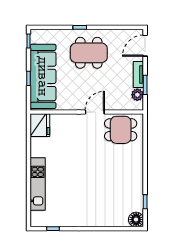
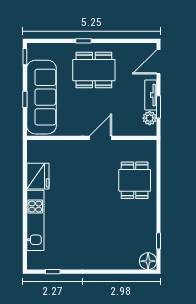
fridge: (40, 125) -> (38, 176), moved
dining table: (121, 130) -> (135, 180), moved, turned 90

